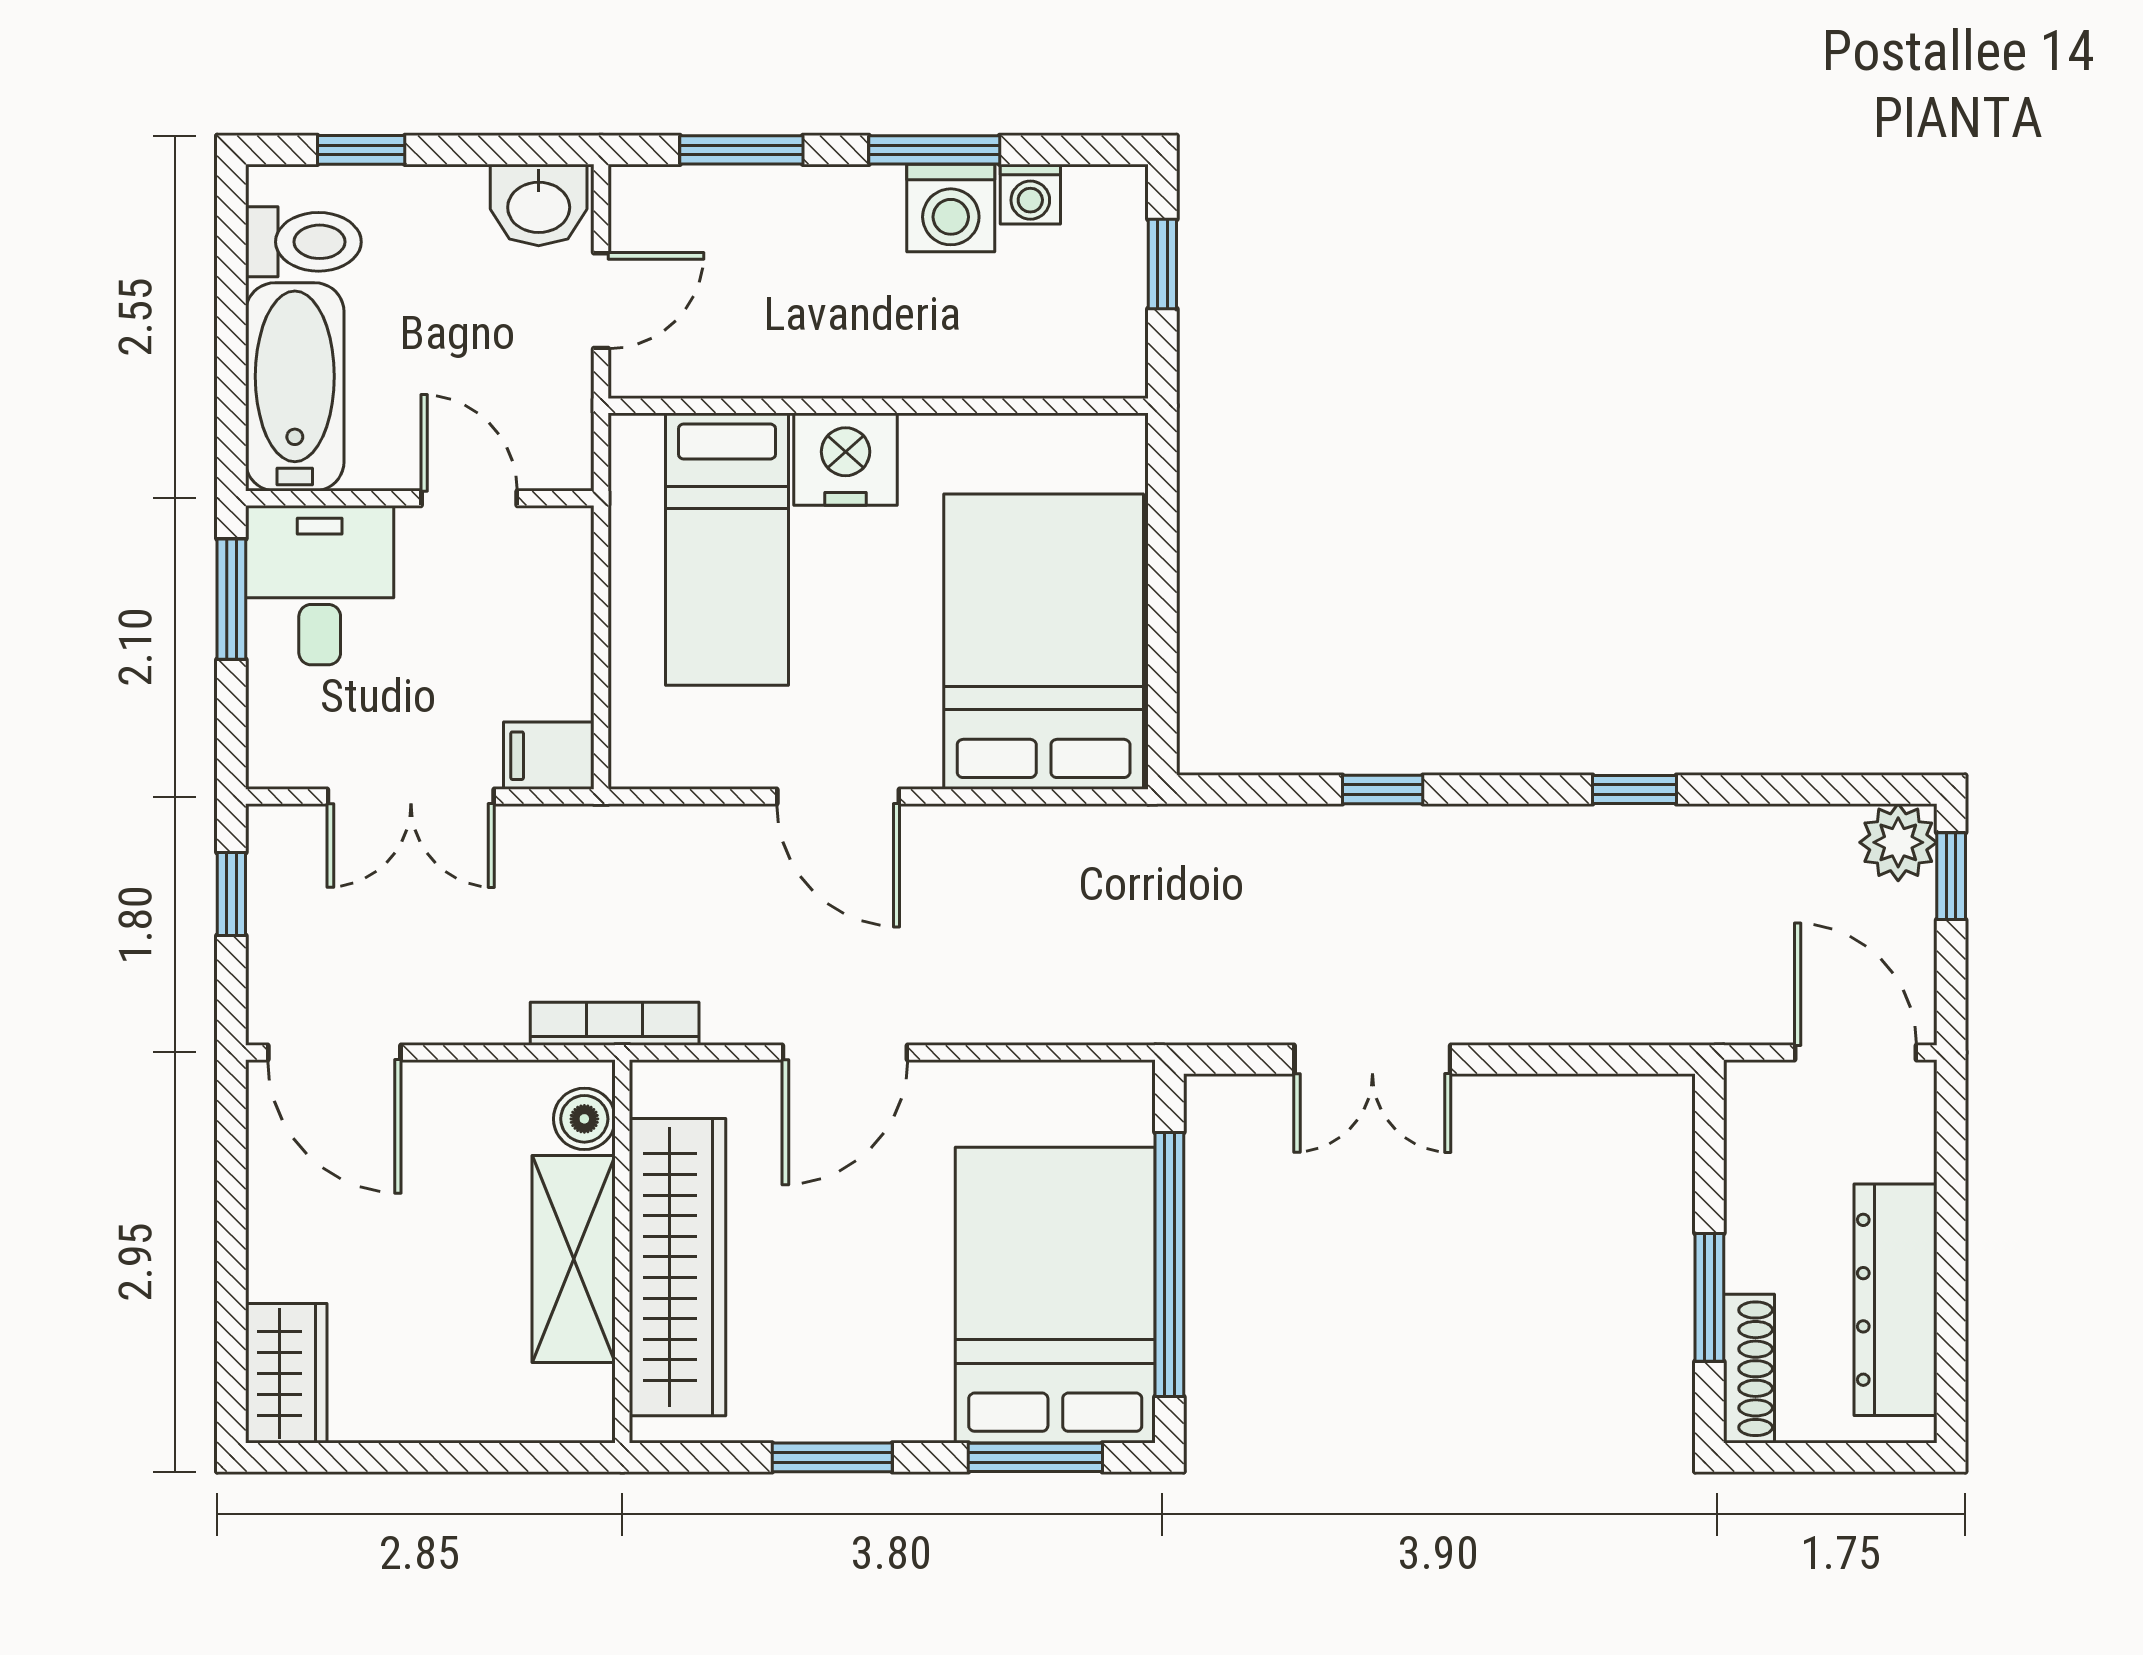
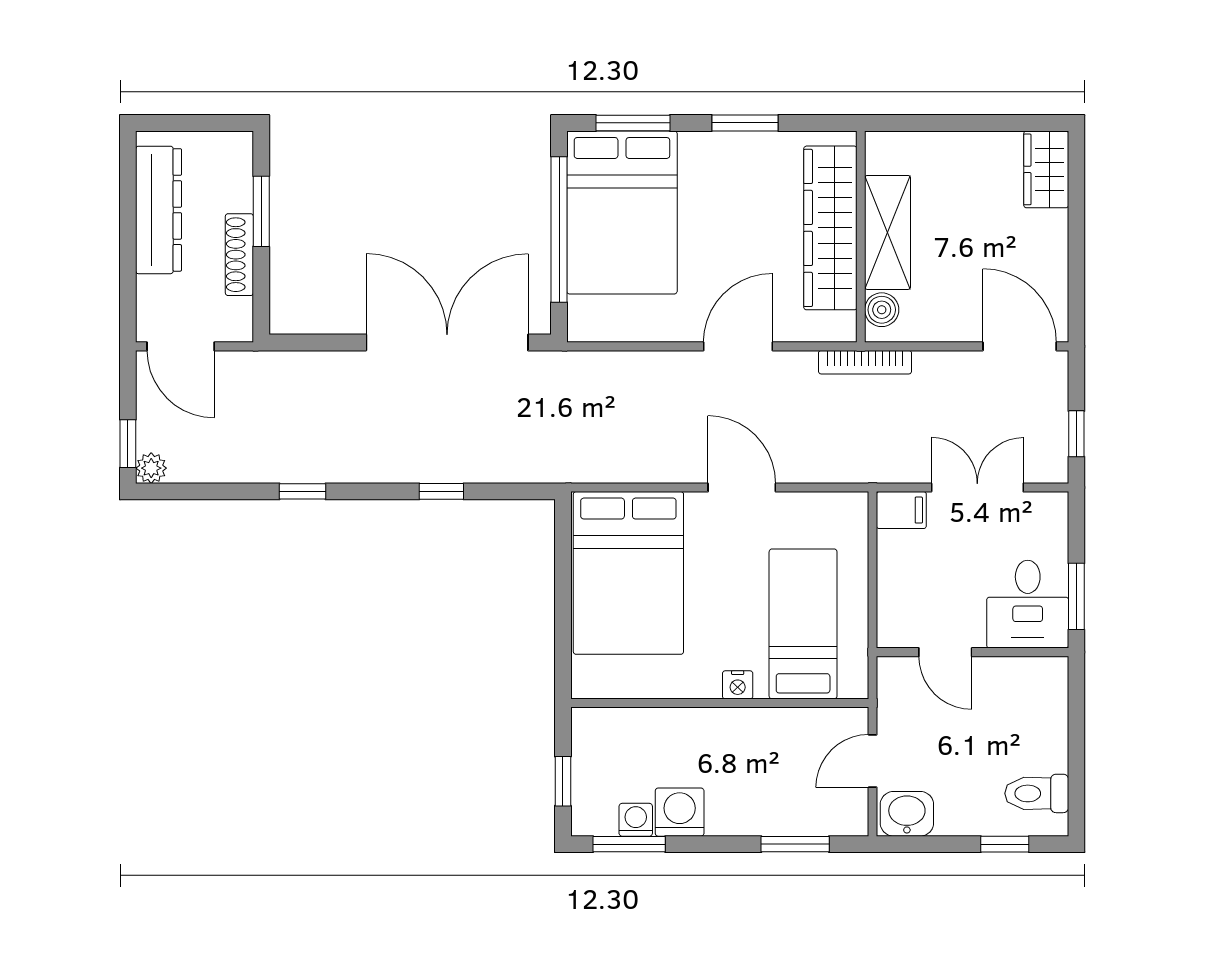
window: (934, 150) -> (629, 844), moved
bathtub: (295, 387) -> (1041, 713), removed
nightstand: (846, 459) -> (738, 685), width x0.53, depth x0.56
plant: (1898, 842) -> (151, 468), width x0.73, depth x0.73
double door: (1372, 1060) -> (447, 342), width x1.87
shoe rack: (1749, 1369) -> (239, 255), moved

